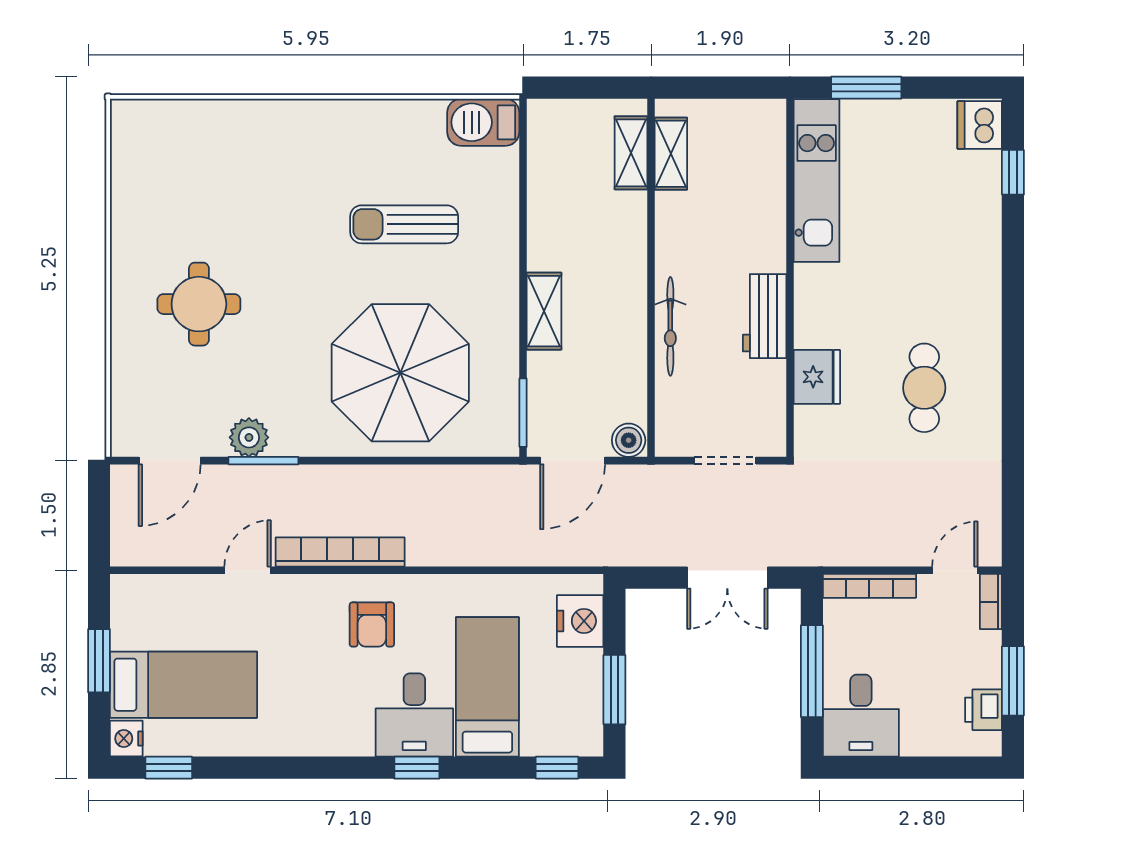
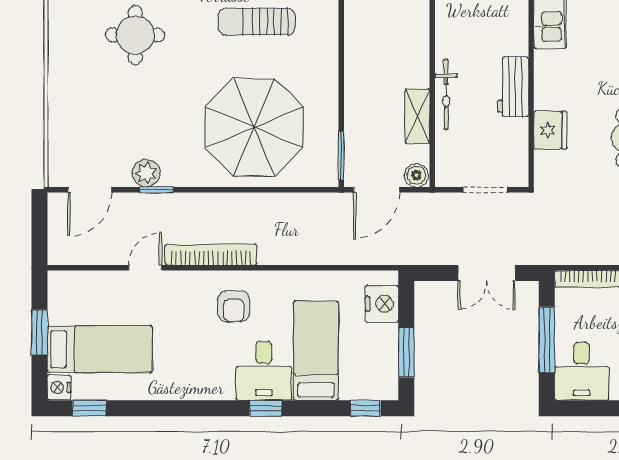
round table: (199, 304) -> (135, 35), moved
shelving: (544, 311) -> (417, 116), moved
window: (263, 461) -> (157, 190), width x0.67

